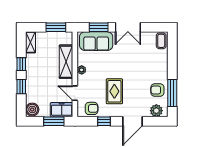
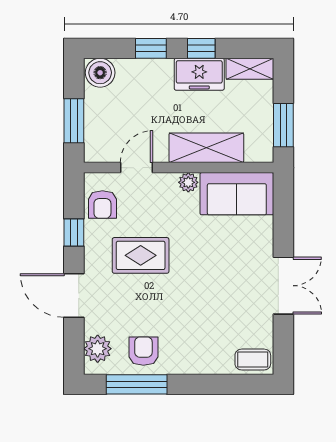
window: (99, 27) -> (283, 220), removed
double door: (128, 27) -> (283, 286), swing flipped
sofa: (96, 41) -> (237, 194), moved, turned -90
freezer: (62, 110) -> (199, 74), moved, turned 90

